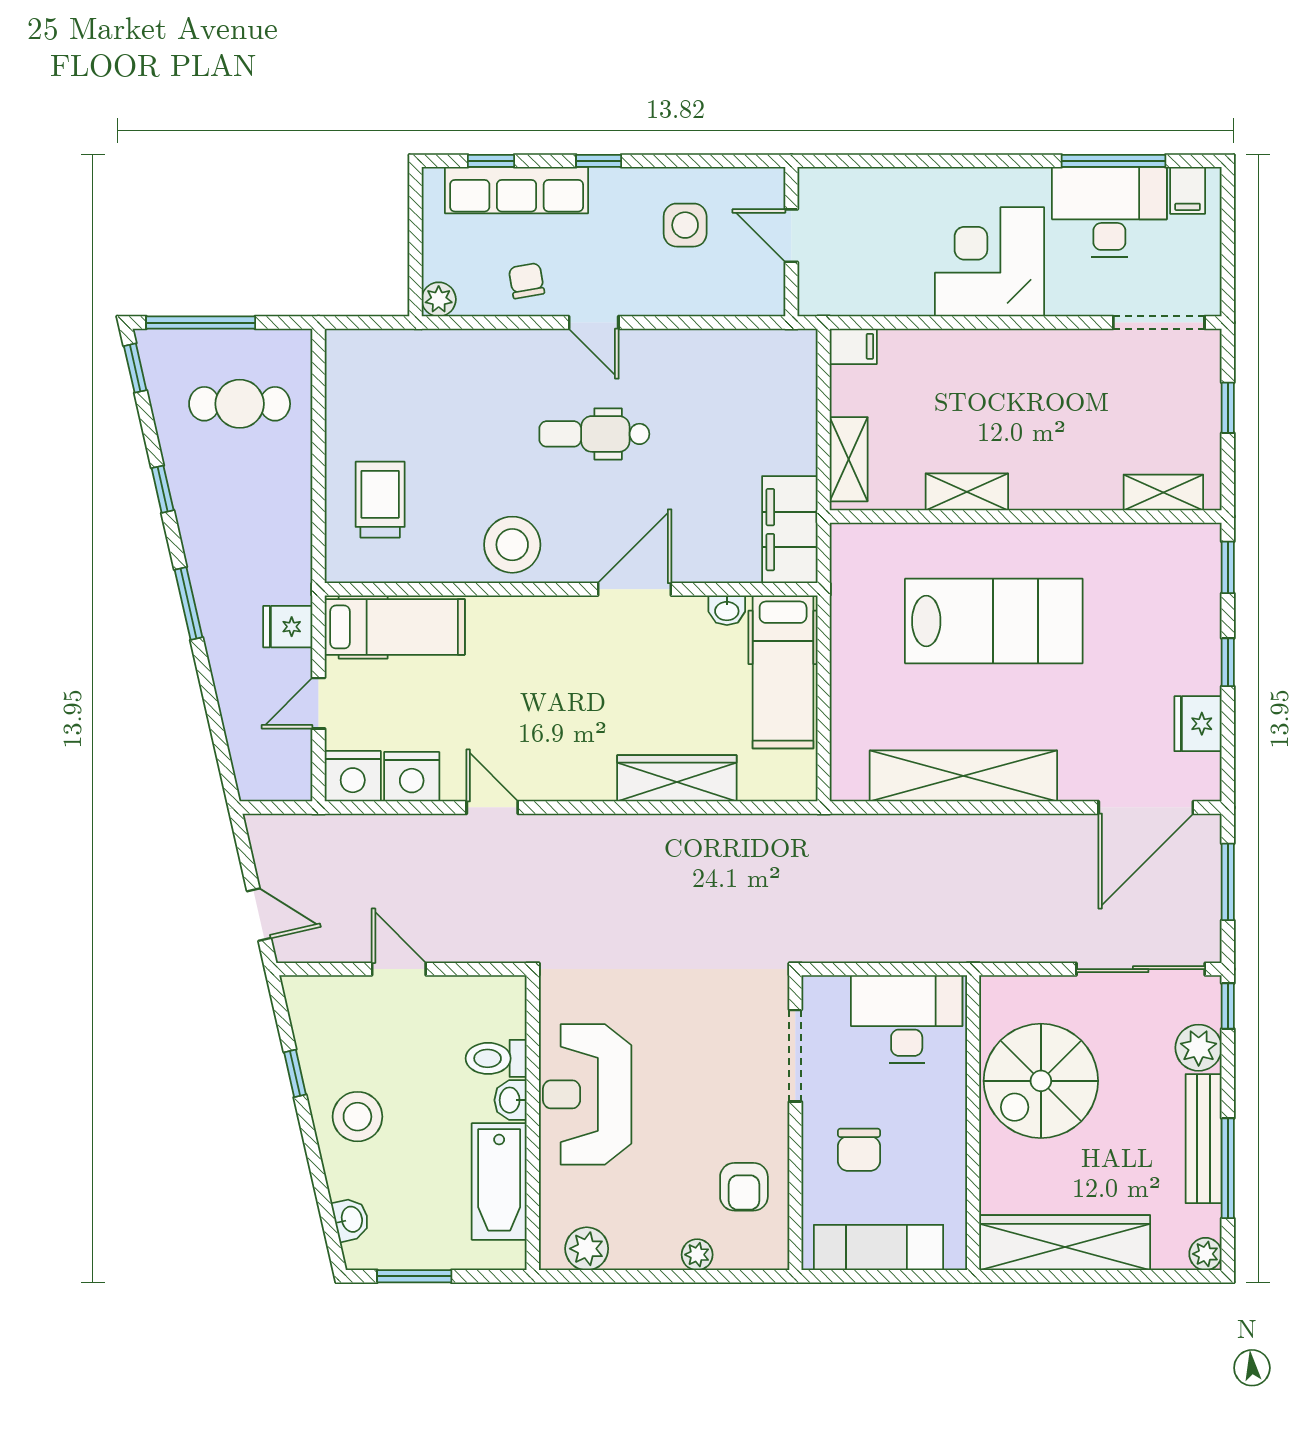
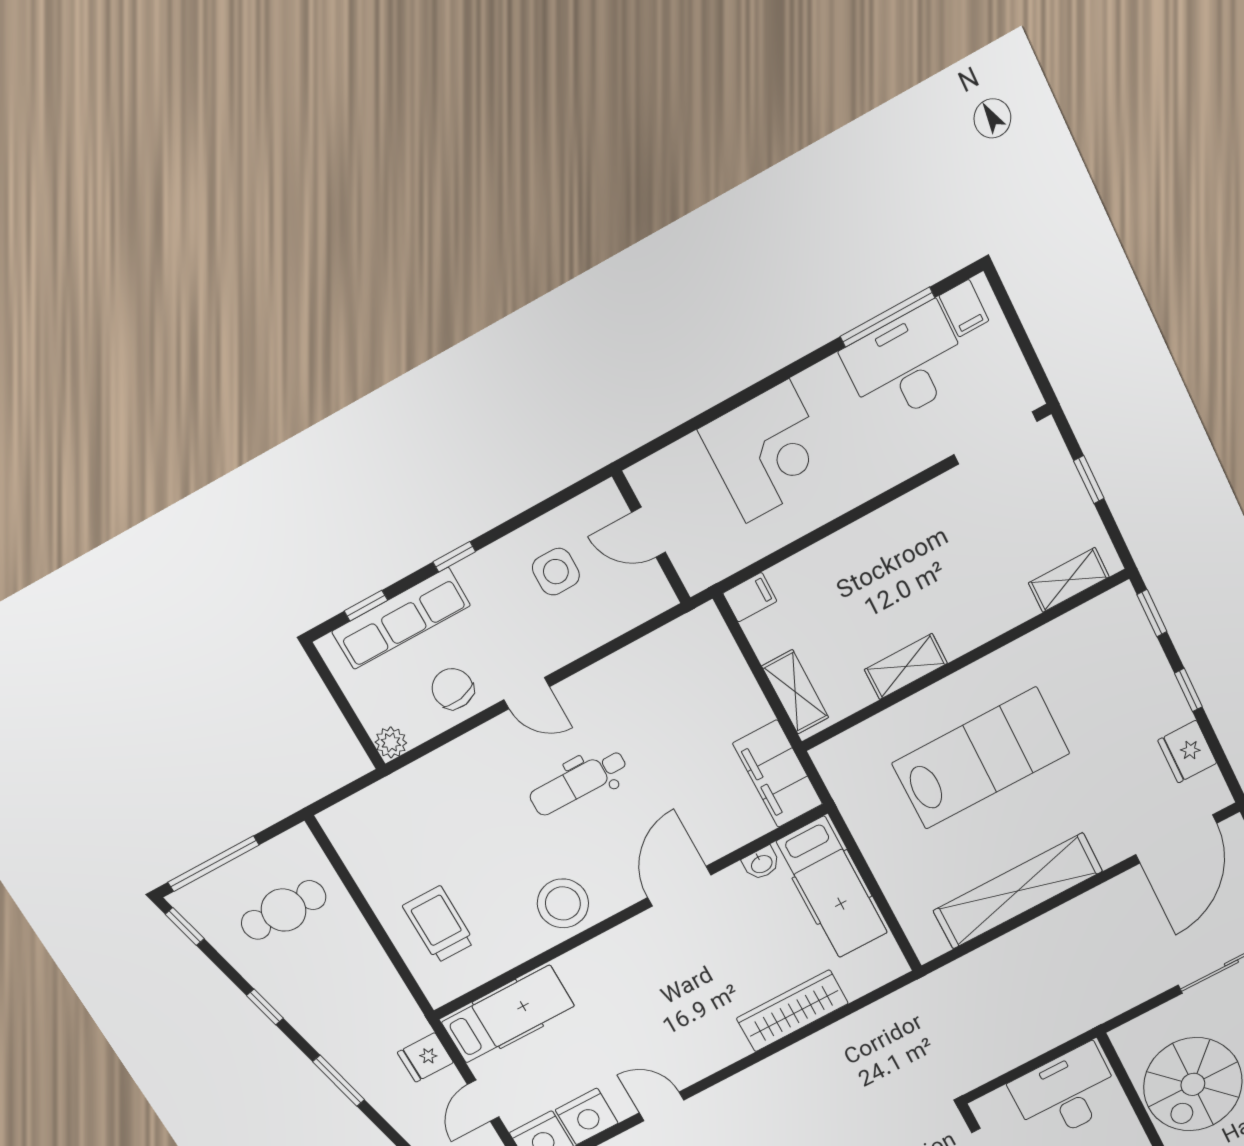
corner desk: (990, 262) -> (767, 452), moved, turned 180
chair: (527, 281) -> (453, 689), width x1.37, depth x1.37

